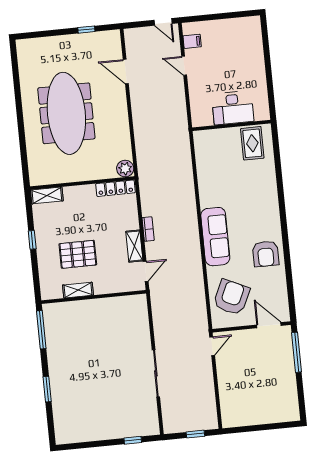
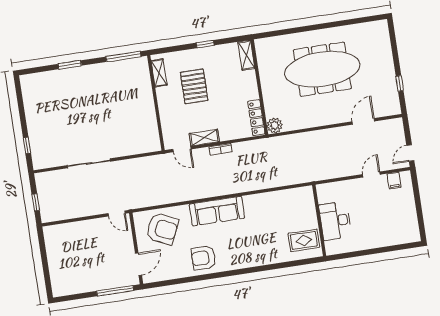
shelving: (78, 290) -> (159, 73), moved

